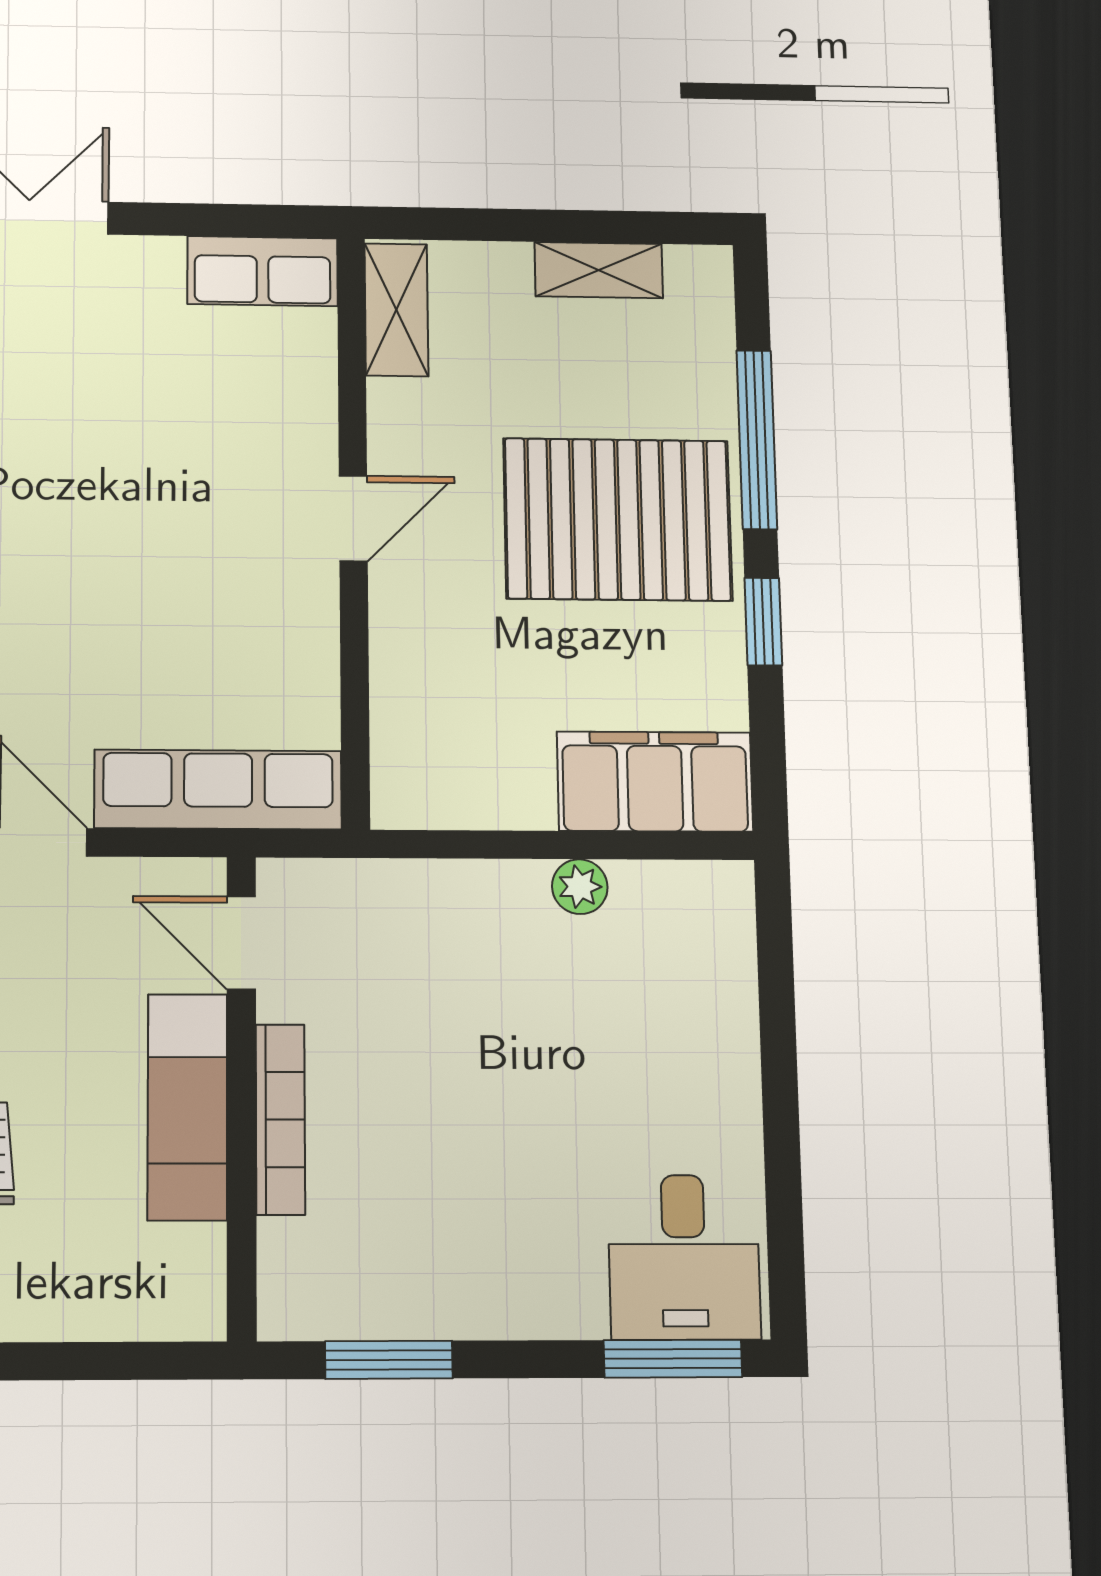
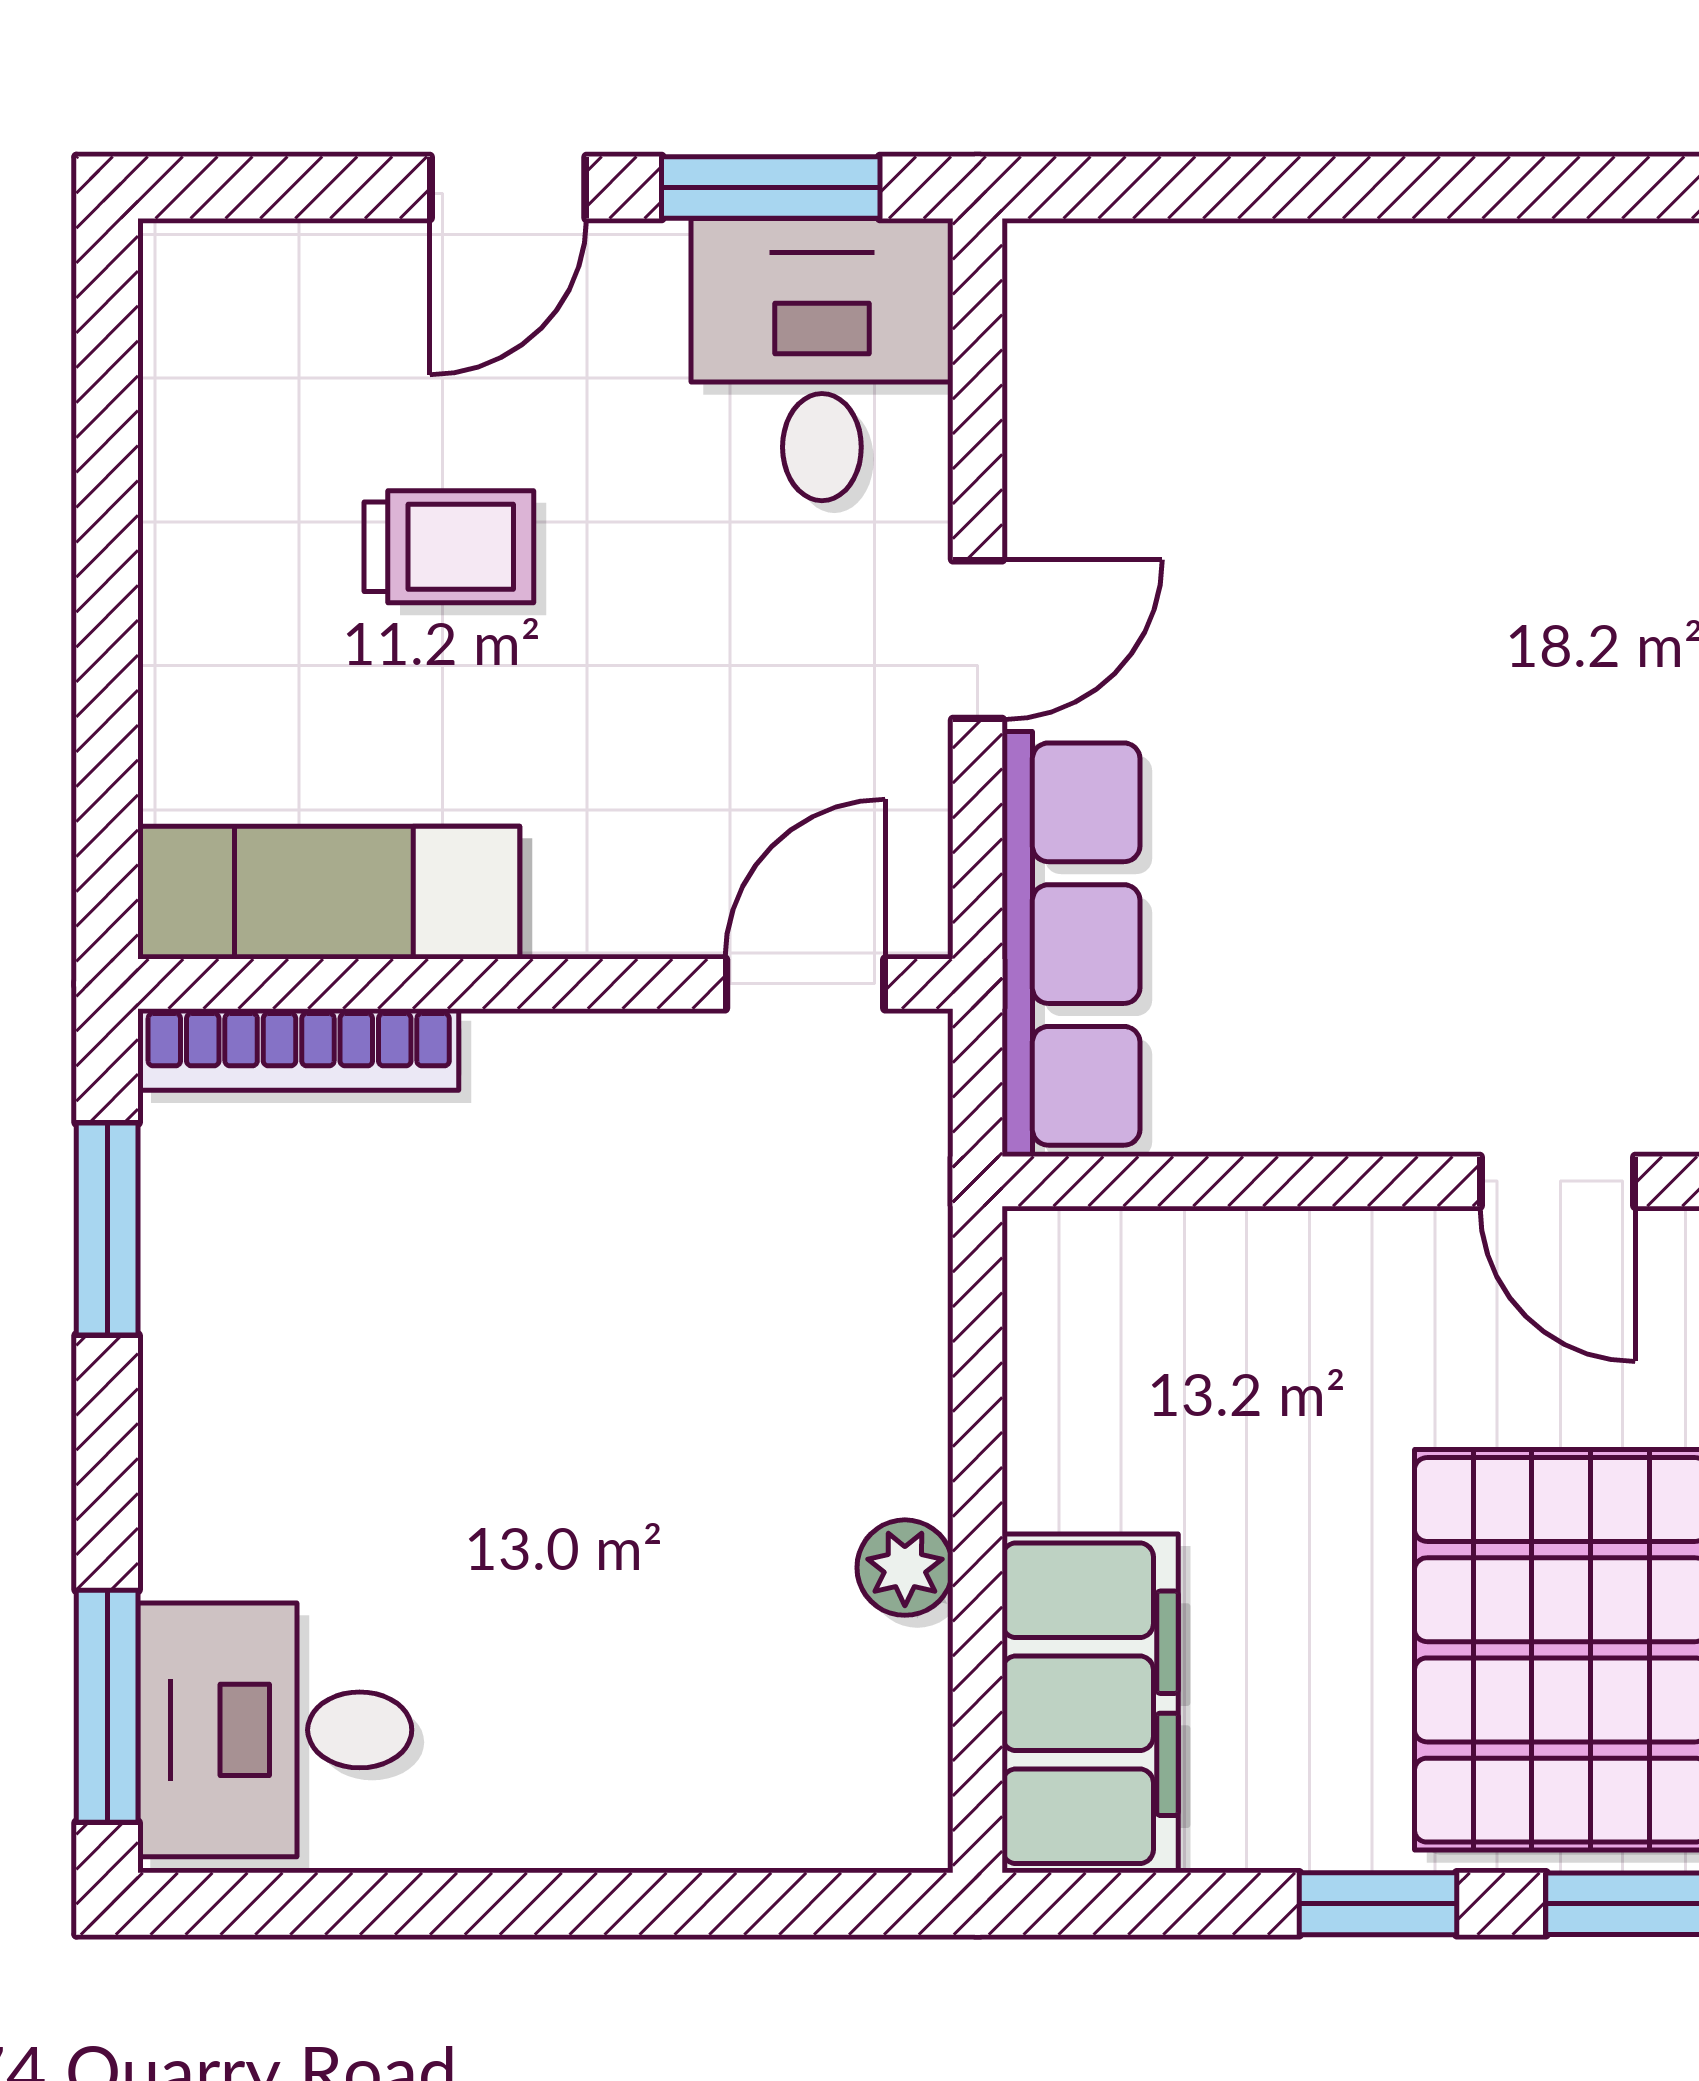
exam couch: (187, 1107) -> (330, 893), moved
bookcase: (280, 1119) -> (299, 1050), moved

